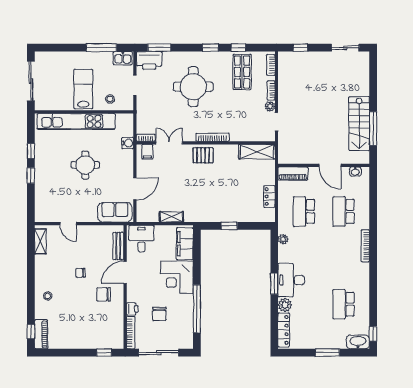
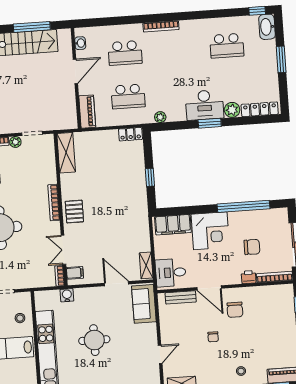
locker: (269, 197) -> (130, 134), moved
shelving: (171, 217) -> (146, 265), moved

